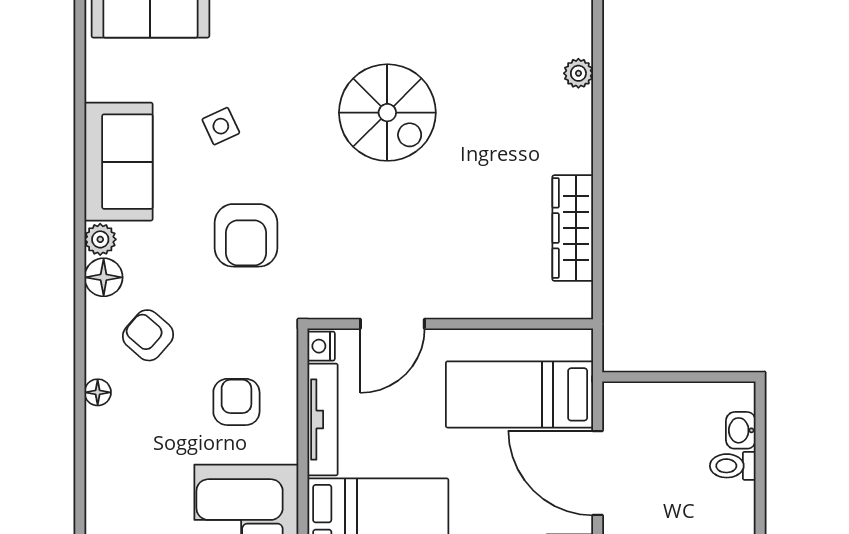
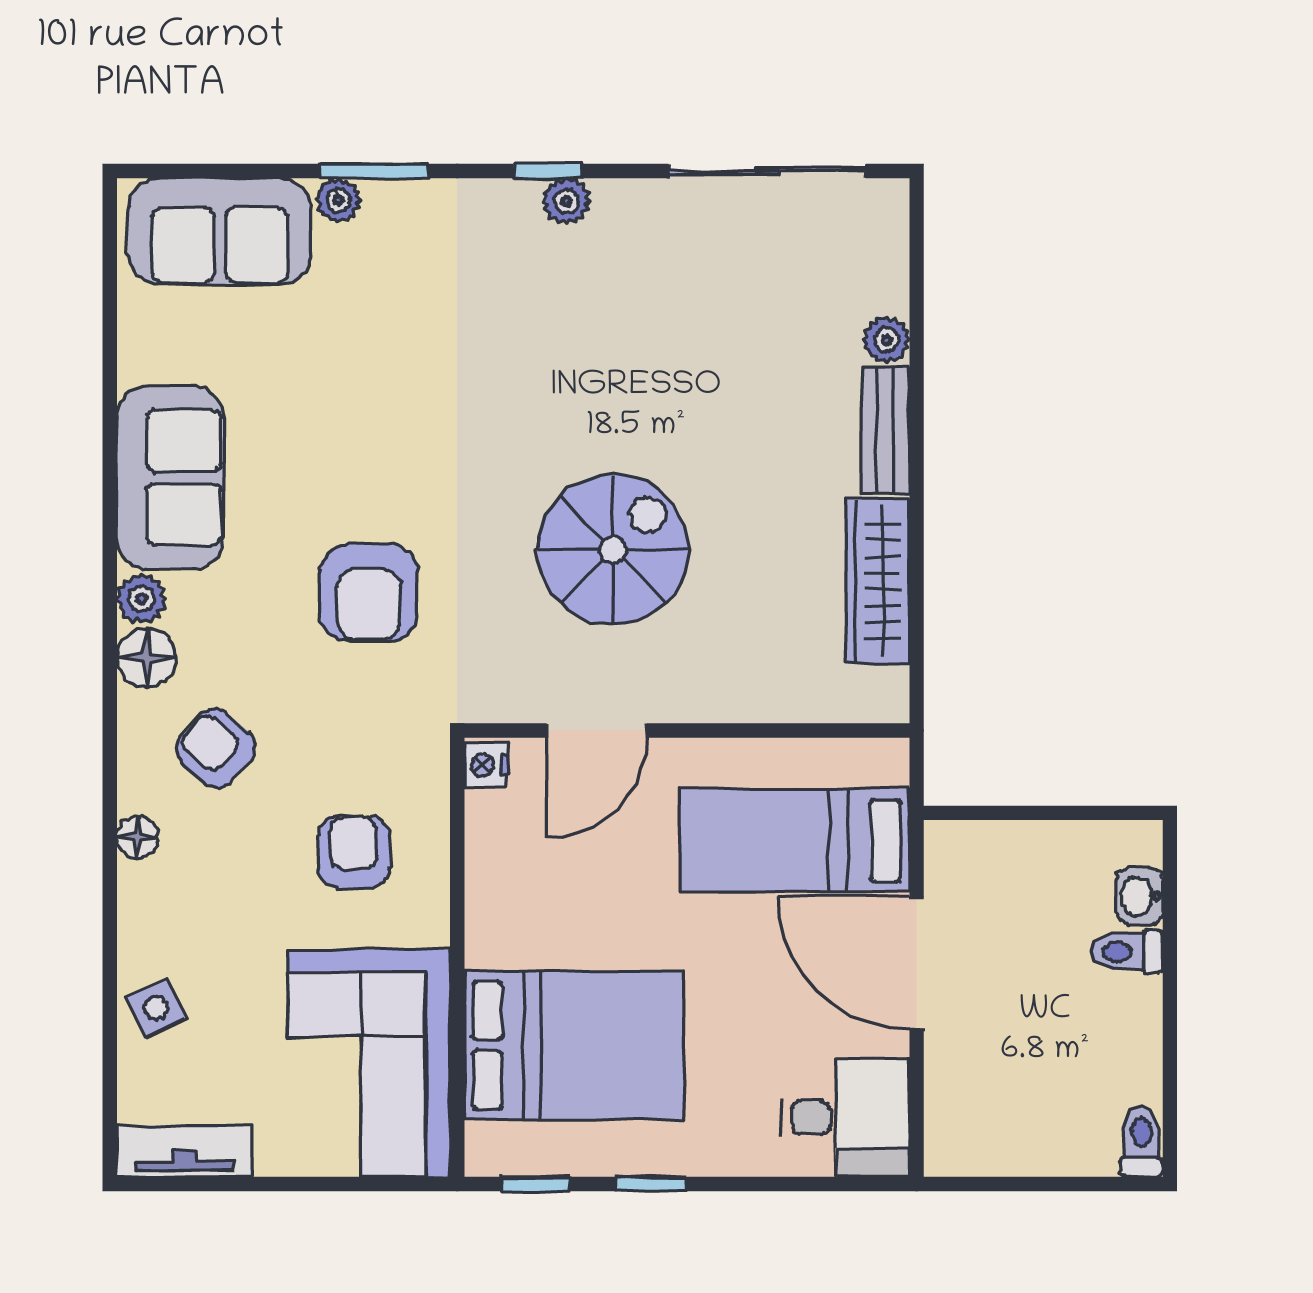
spiral stairs: (387, 113) -> (613, 550), moved, turned -90
side table: (221, 126) -> (156, 1008), moved
bench: (578, 132) -> (885, 431), added
tv unit: (323, 419) -> (488, 879), removed

